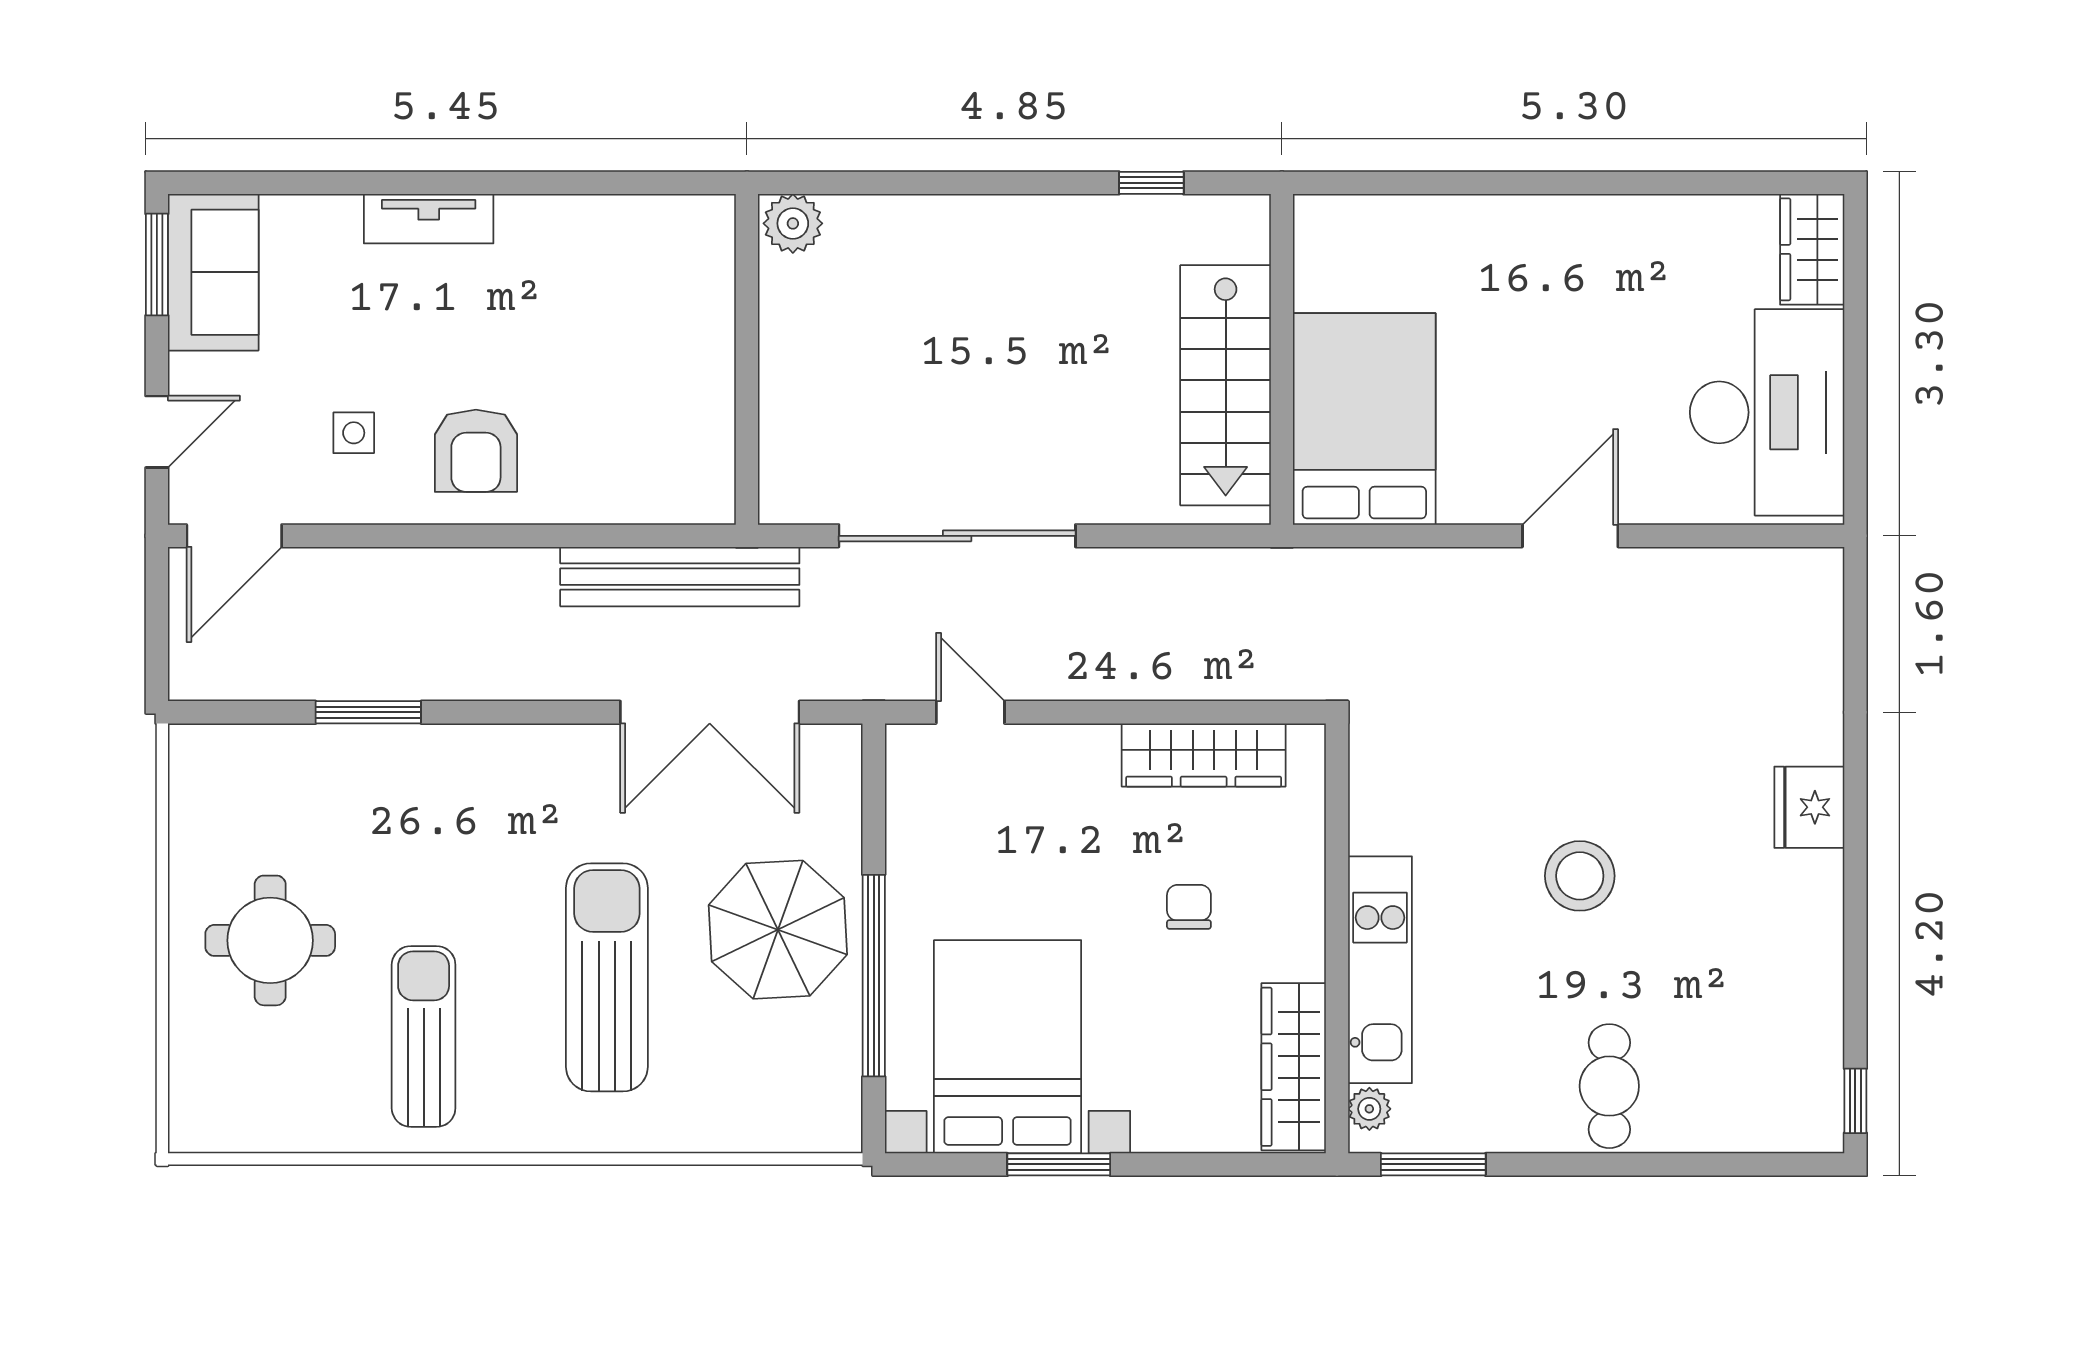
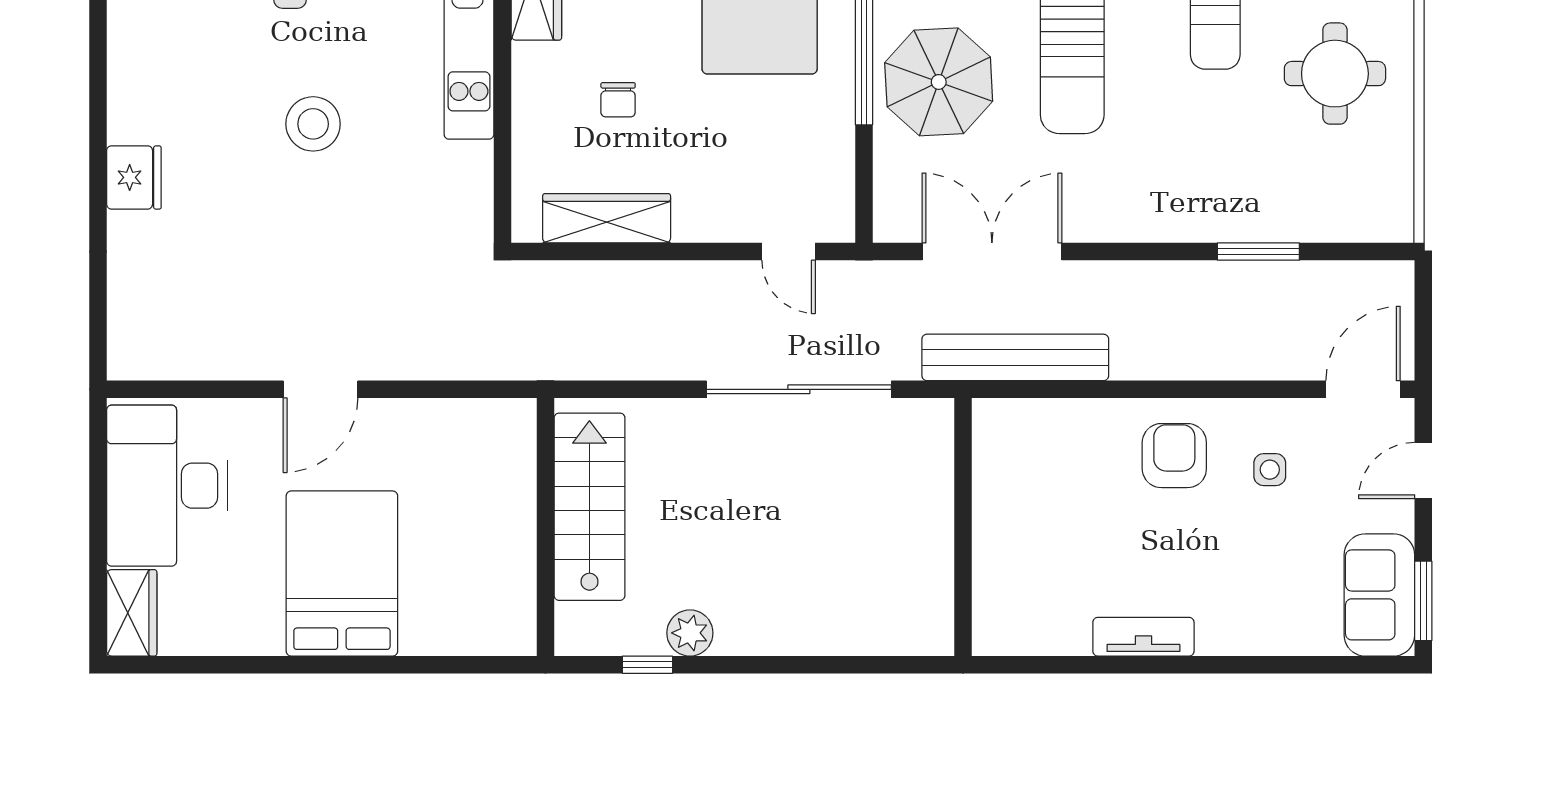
tv unit: (429, 219) -> (1143, 637), moved
plant: (793, 223) -> (690, 633), moved
bed: (1364, 419) -> (342, 574), moved, turned 180

